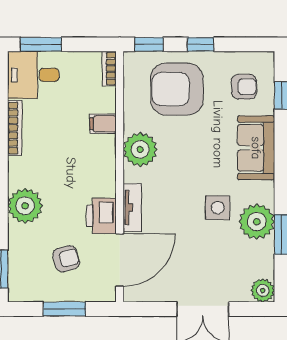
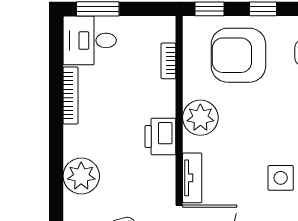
bookcase: (109, 69) -> (168, 61), moved
filing cabinet: (103, 124) -> (162, 91), removed
printer: (101, 216) -> (160, 137), moved

